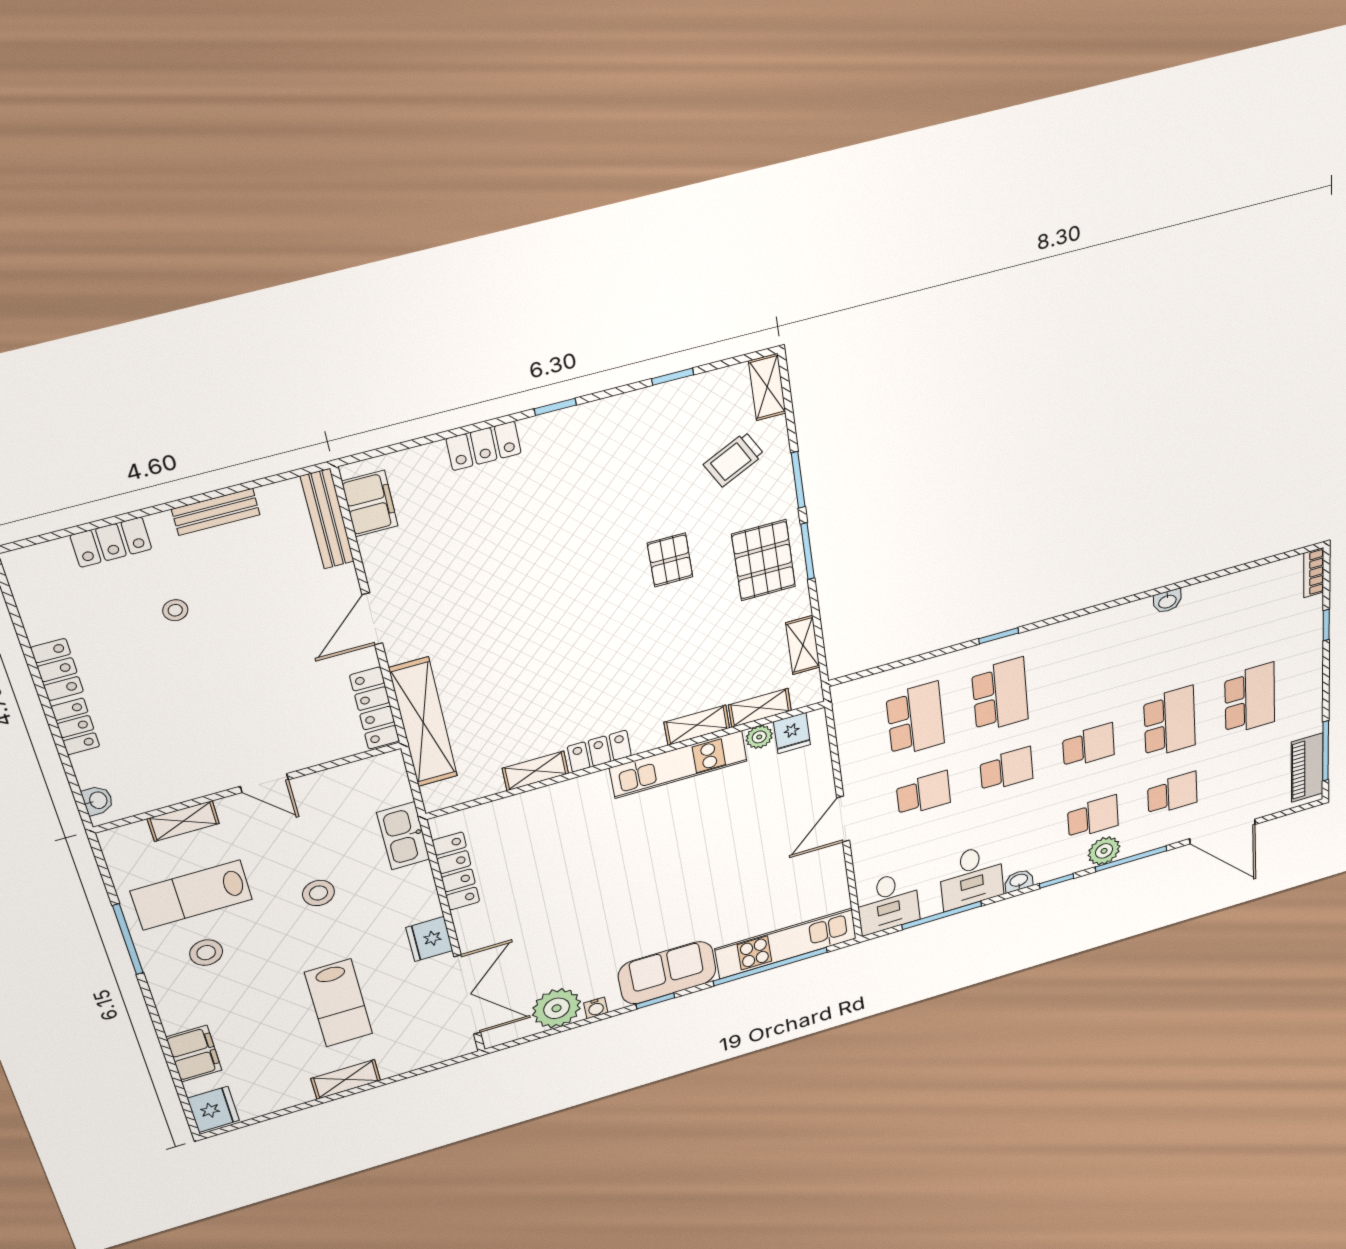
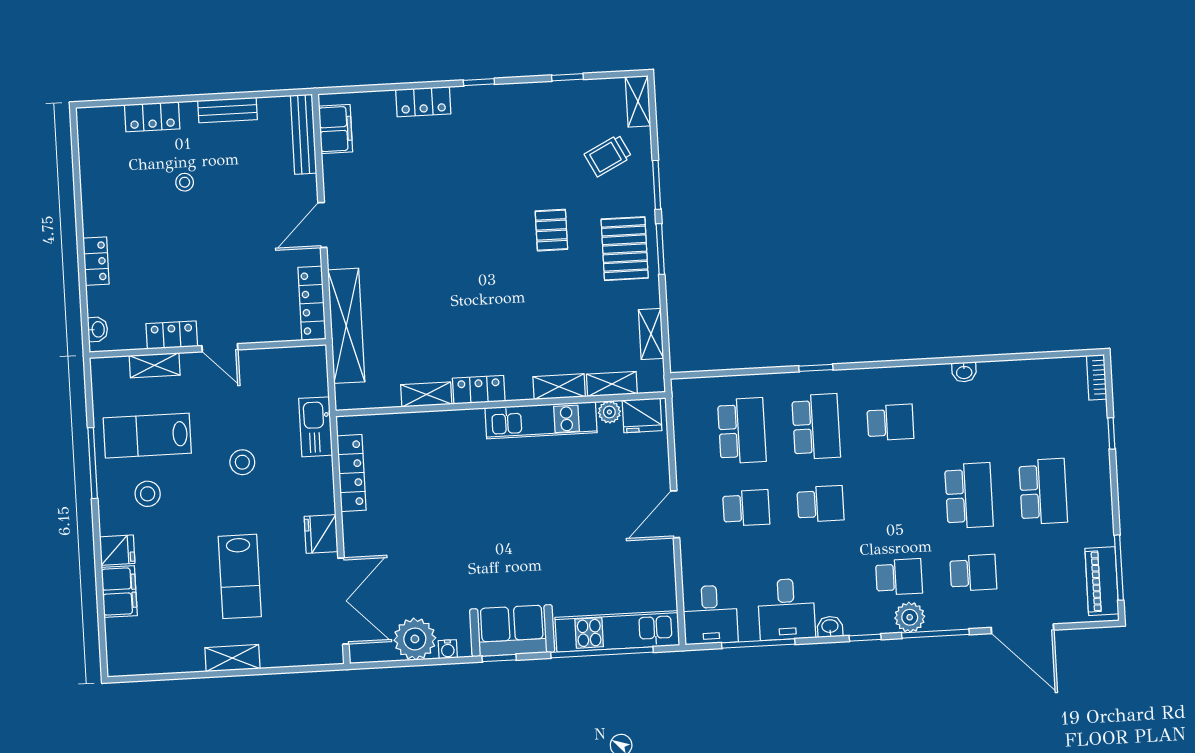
locker: (57, 670) -> (172, 335), moved, turned -90
fridge: (792, 733) -> (642, 415), width x1.38
school desk: (1088, 746) -> (890, 422), moved
fridge: (213, 1109) -> (117, 550), moved, width x0.72

